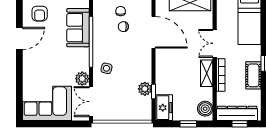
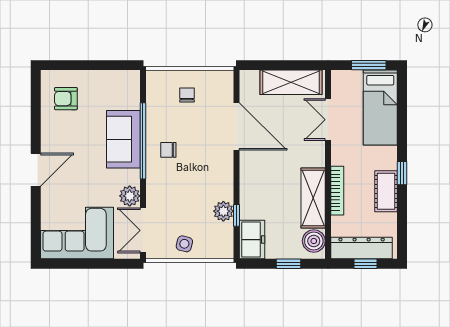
armchair: (40, 14) -> (66, 99), turned 90
chair: (123, 27) -> (168, 150), moved
sofa: (78, 28) -> (123, 139), moved
door: (19, 38) -> (36, 170), moved
double door: (215, 43) -> (328, 120), moved
side table: (106, 68) -> (184, 244), moved
shelving: (207, 73) -> (313, 198), width x1.50, depth x1.33

